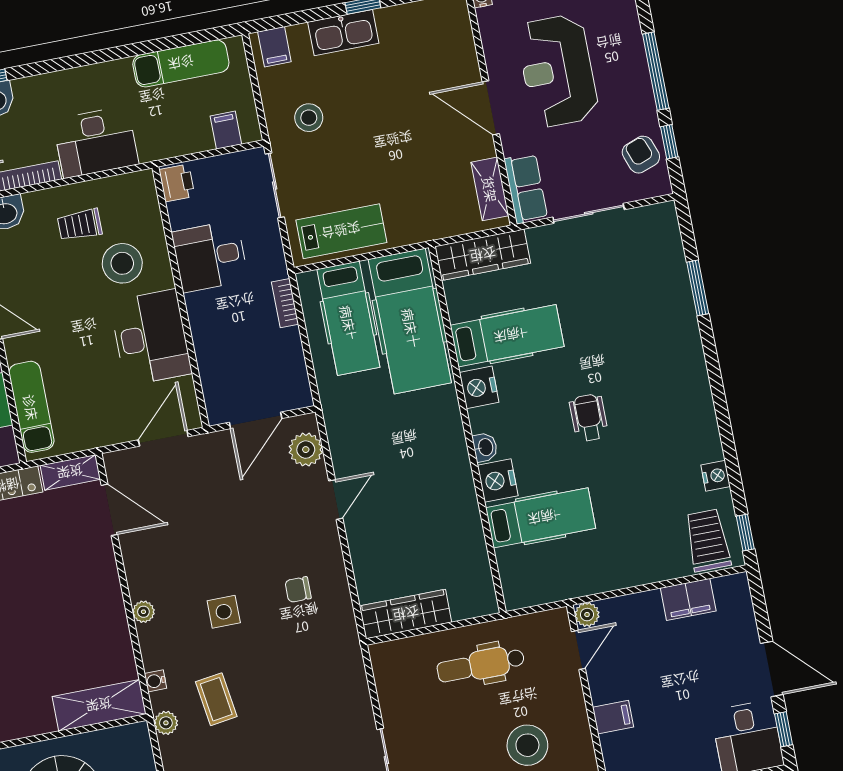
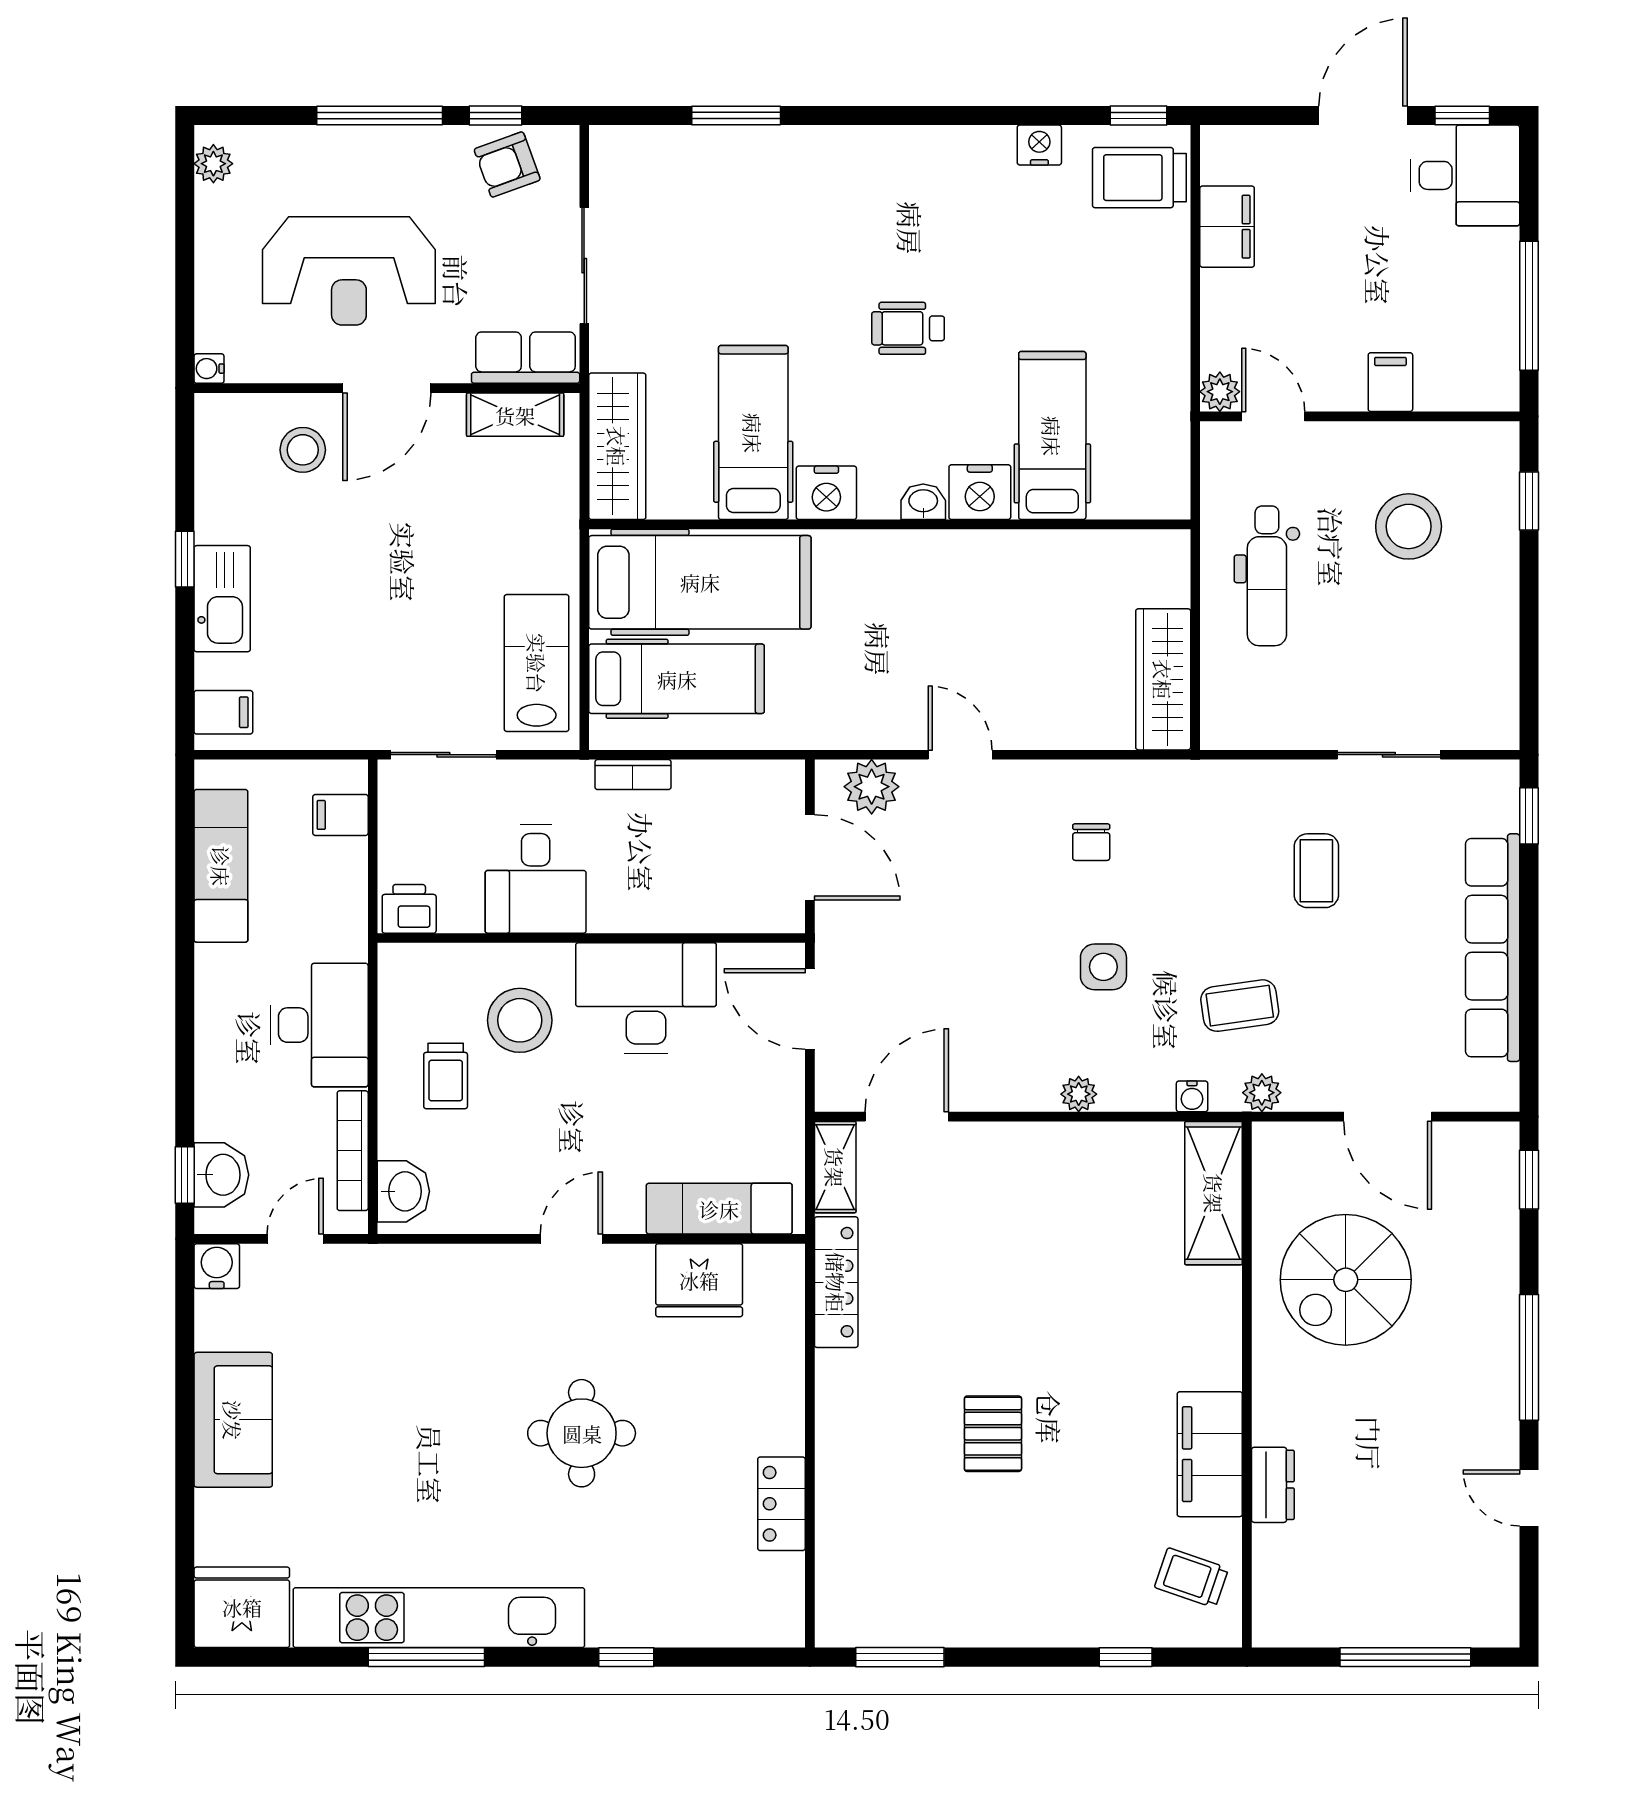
stool: (309, 118) -> (303, 450), moved
coffee table: (307, 730) -> (1316, 871), added

